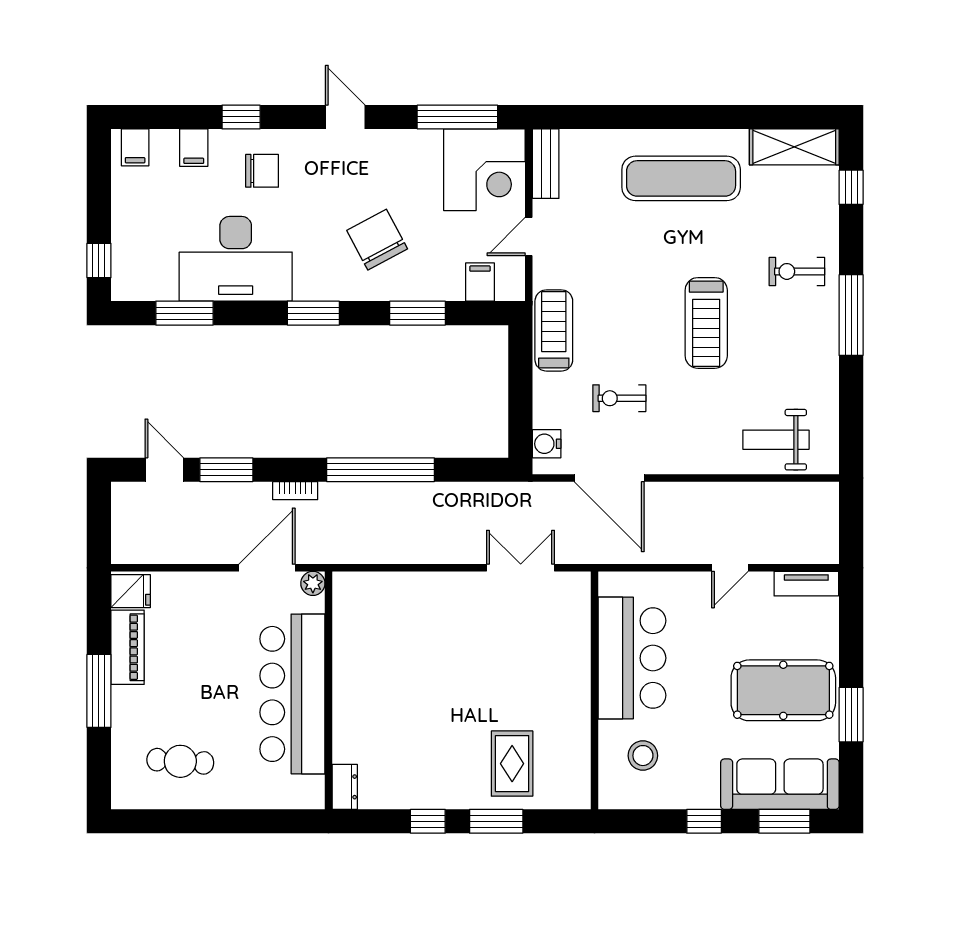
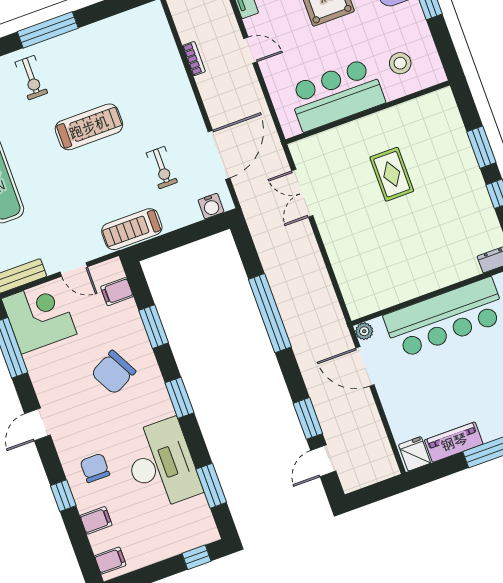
weight bench: (776, 440) -> (151, 50), removed
bookcase: (295, 491) -> (194, 59), moved
rug: (512, 764) -> (392, 174), moved, turned 90

